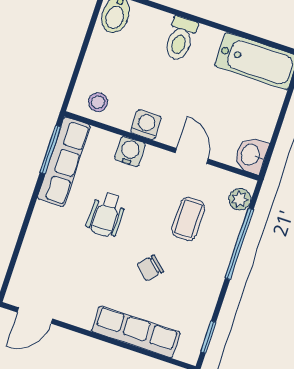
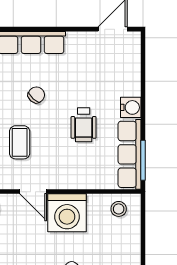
washing machine: (146, 125) -> (67, 213), width x1.89, depth x1.89
water cooler: (130, 151) -> (131, 107), moved, turned -90
wheelchair: (106, 215) -> (84, 125), turned 180

